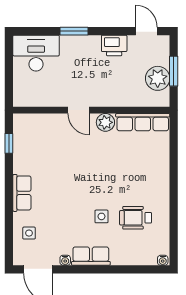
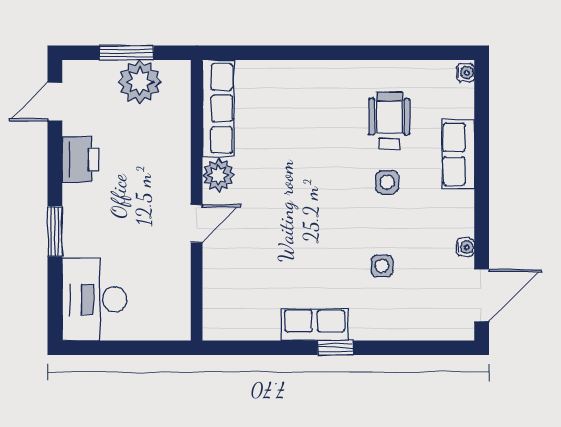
window: (9, 143) -> (335, 348), moved
row of seats: (22, 193) -> (315, 325), moved
wheelchair: (136, 218) -> (389, 121), turned 180
side table: (29, 233) -> (382, 266), moved
row of seats: (91, 256) -> (458, 154), moved

